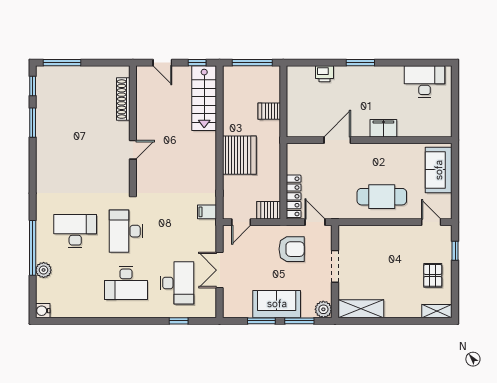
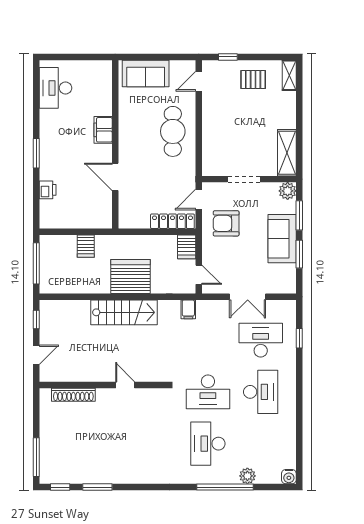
stairs: (204, 98) -> (124, 312), moved
armchair: (292, 249) -> (226, 223), turned -90

